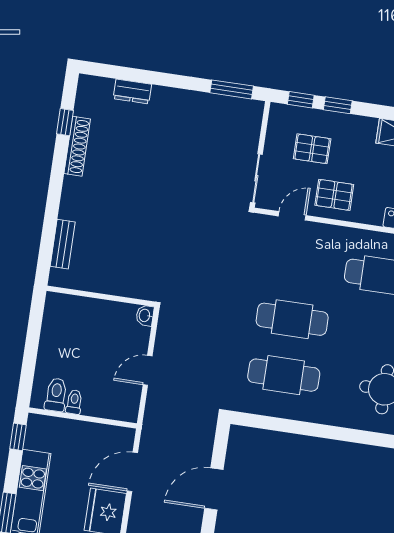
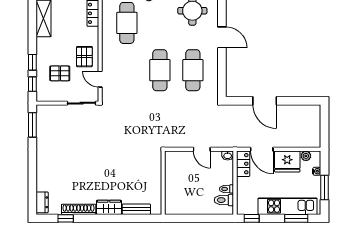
dresser: (132, 91) -> (42, 202), moved
pallet: (312, 149) -> (60, 73), turned 90
wardrobe: (73, 198) -> (109, 207), added
washbasin: (145, 316) -> (228, 156), moved
door: (332, 433) -> (222, 37), added
locker: (113, 436) -> (243, 164), added

